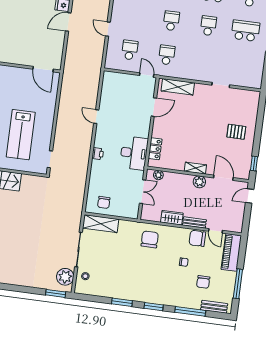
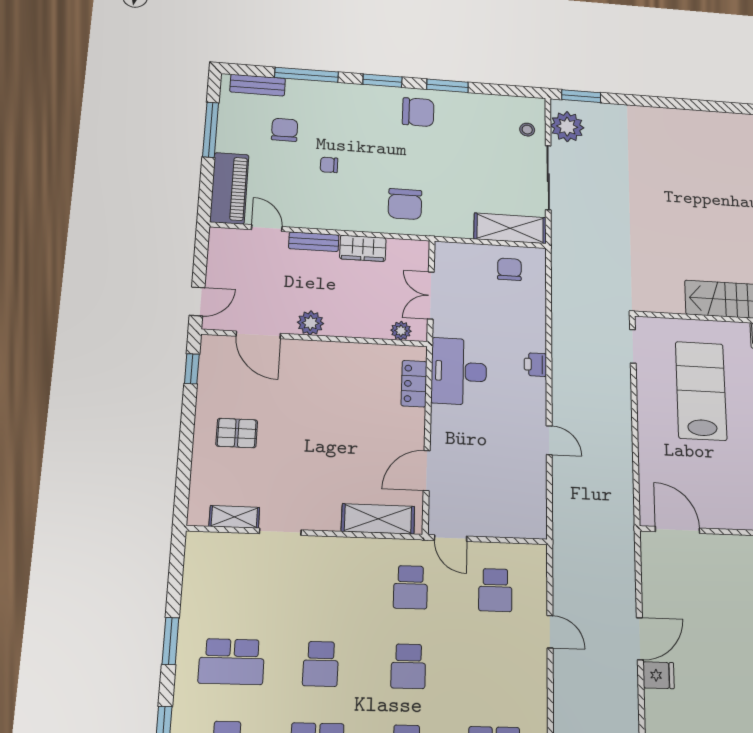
shelving: (195, 168) -> (234, 517), moved
chair: (197, 238) -> (418, 112), moved

